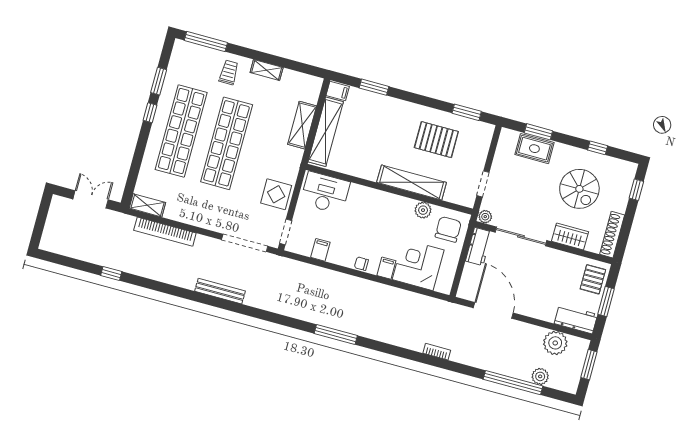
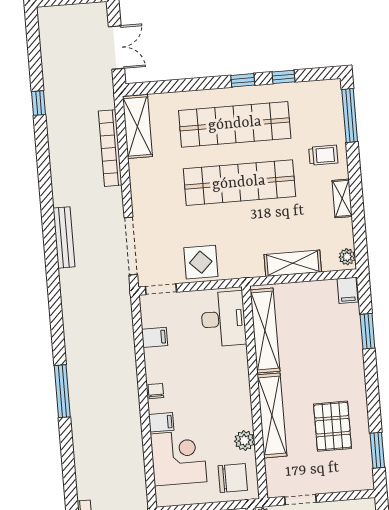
window: (159, 81) -> (283, 77), width x0.67
plant: (312, 82) -> (347, 257), added
shelving: (326, 132) -> (265, 331), moved, turned 90
shelving: (147, 205) -> (137, 127), width x1.50, depth x1.33

